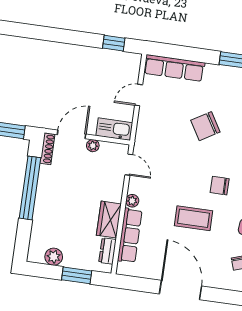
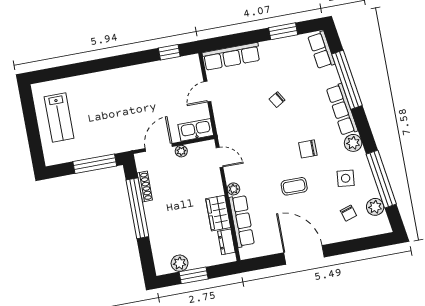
chair: (205, 126) -> (277, 100), width x0.54, depth x0.54
shoe rack: (47, 149) -> (145, 187), moved
coffee table: (194, 218) -> (294, 186), width x0.73, depth x0.77
window: (77, 275) -> (194, 275), moved

